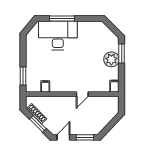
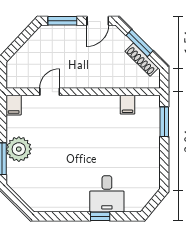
window: (62, 18) -> (100, 216), width x0.46
desk: (58, 35) -> (107, 194), width x0.53, depth x0.77
door: (82, 94) -> (50, 92), moved

